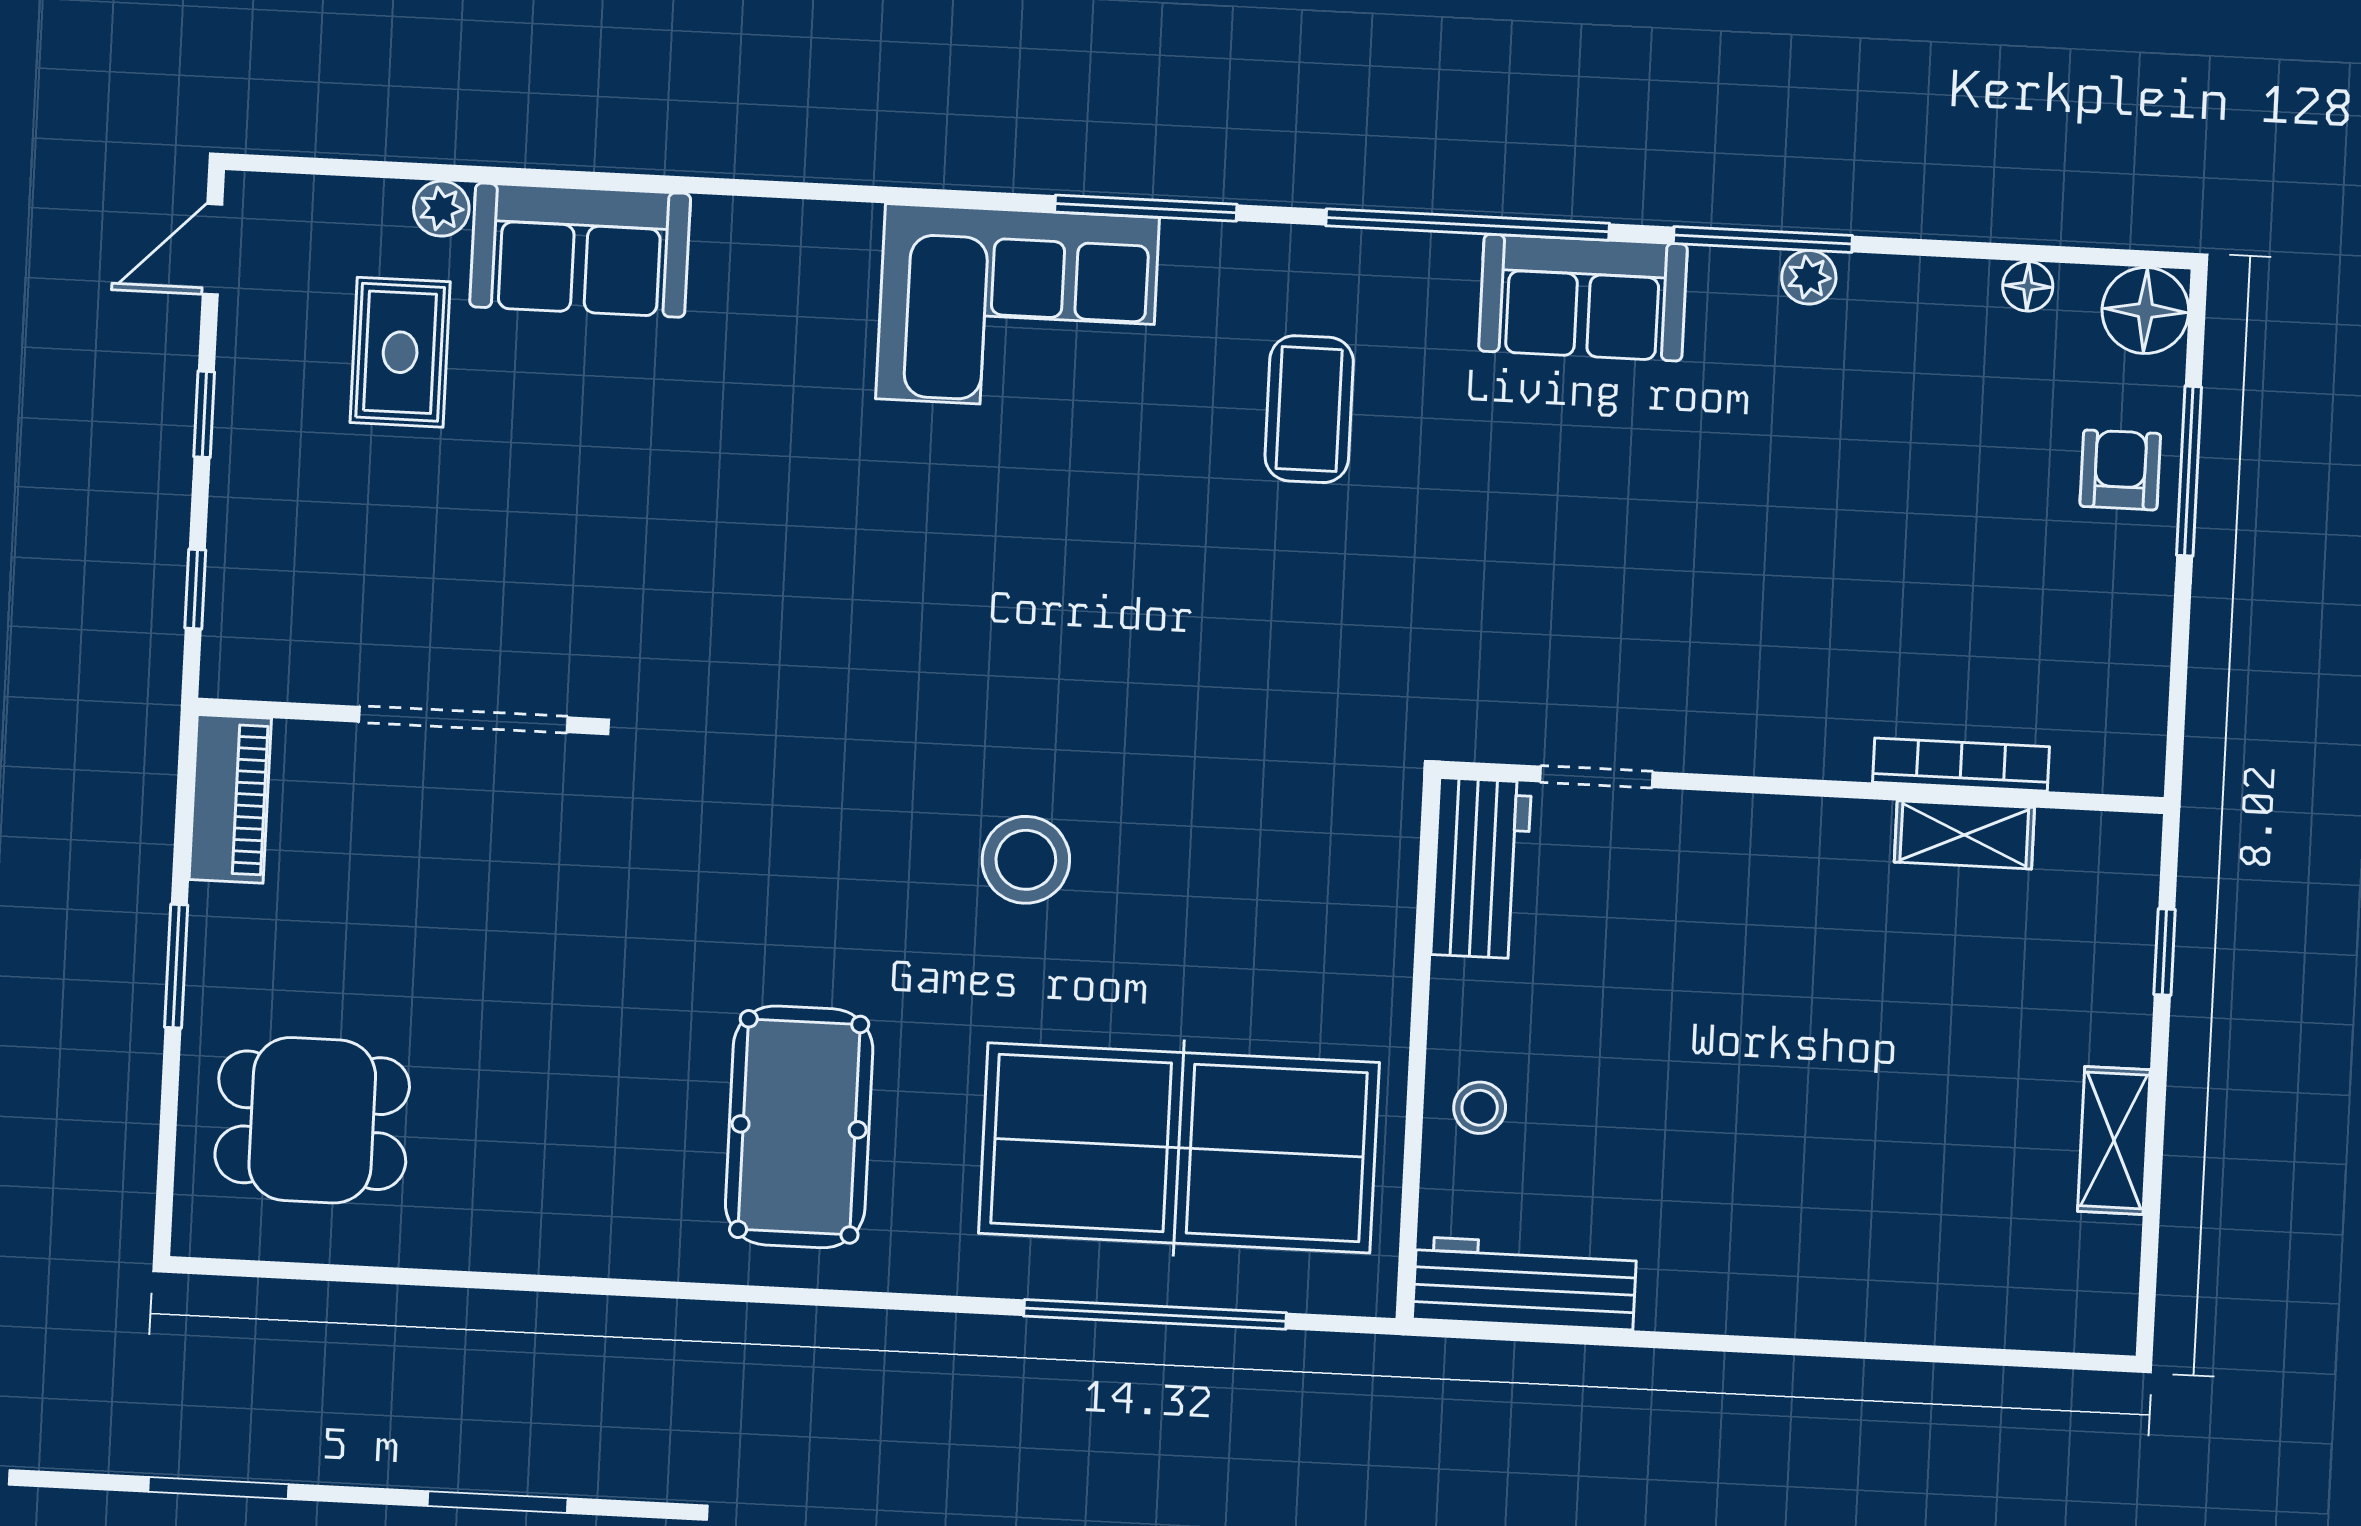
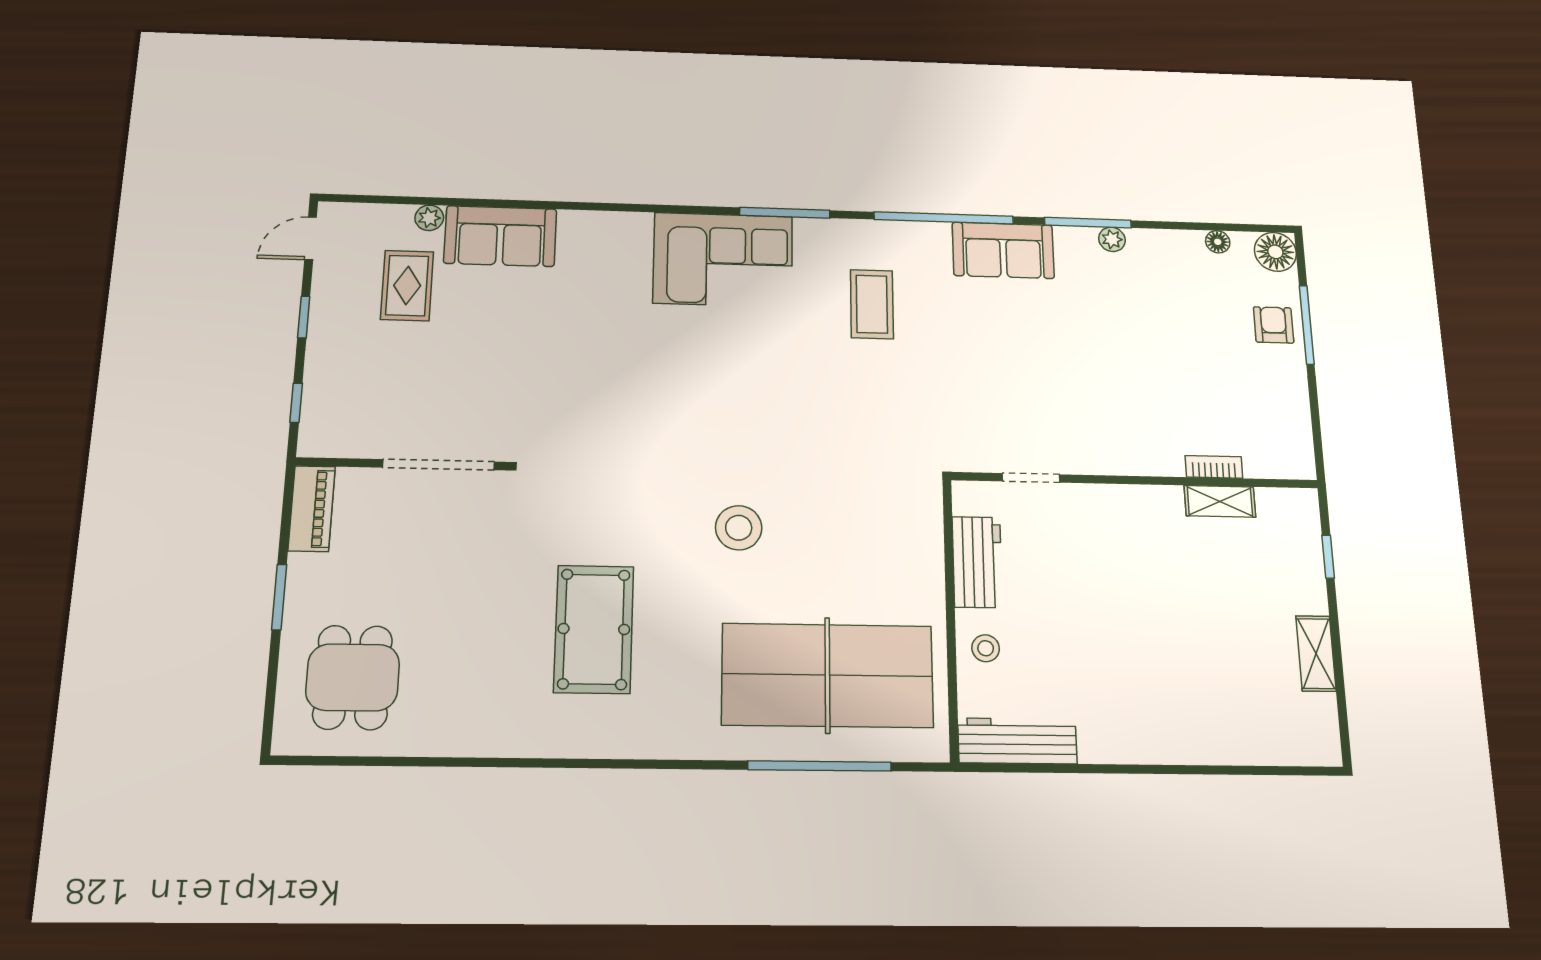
bookcase: (1961, 765) -> (1214, 467), width x0.64
workbench: (1481, 868) -> (977, 562), moved
dining table: (312, 1120) -> (353, 677), turned 90
pool table: (799, 1127) -> (594, 629), moved

